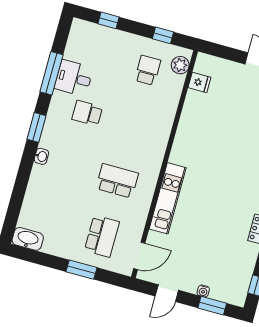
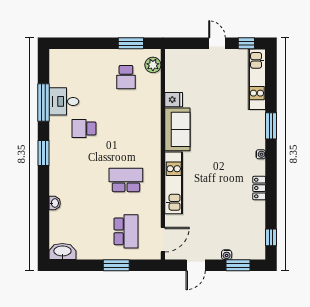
window: (108, 20) -> (80, 43), removed
window: (163, 35) -> (131, 43), width x1.50
school desk: (148, 70) -> (126, 77), turned 180
fridge: (199, 82) -> (174, 100), moved
sofa: (187, 142) -> (177, 129), added
washbasin: (41, 156) -> (55, 203), moved

